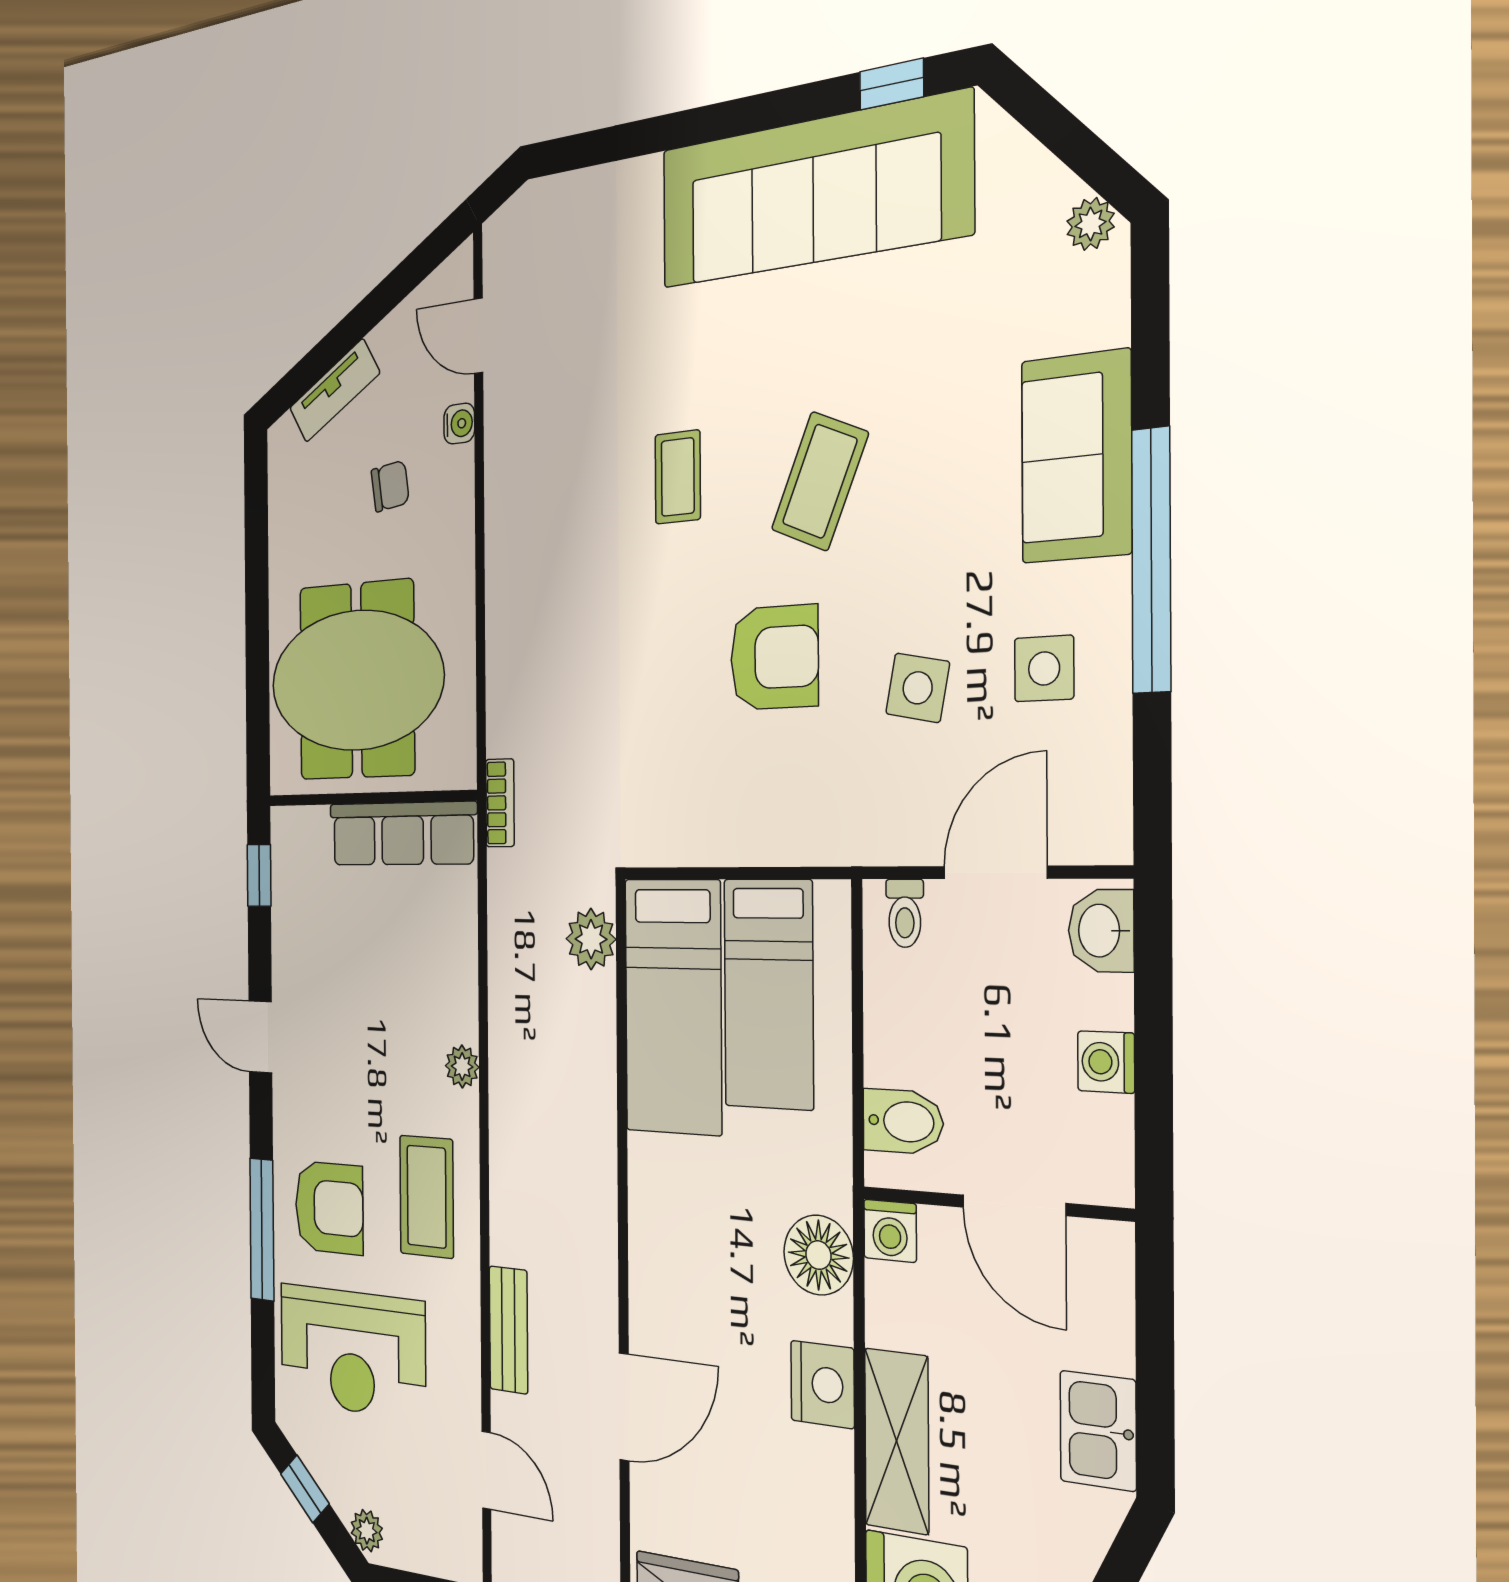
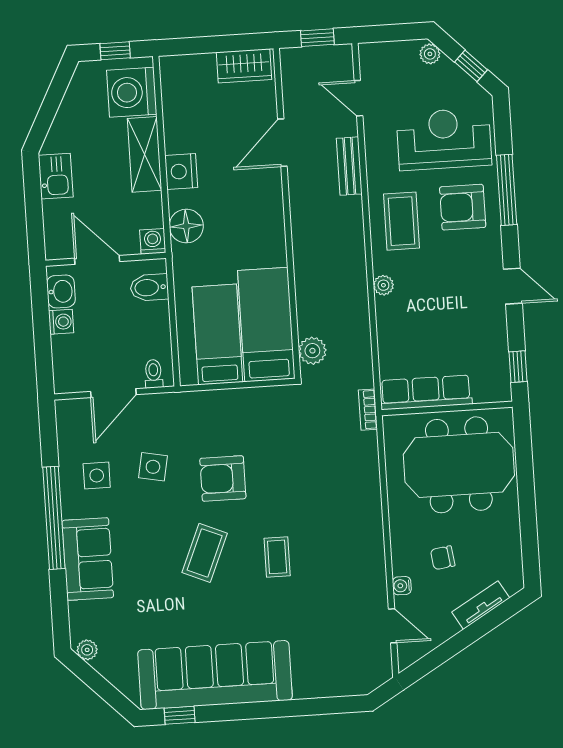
washbasin: (1101, 931) -> (61, 291), moved

